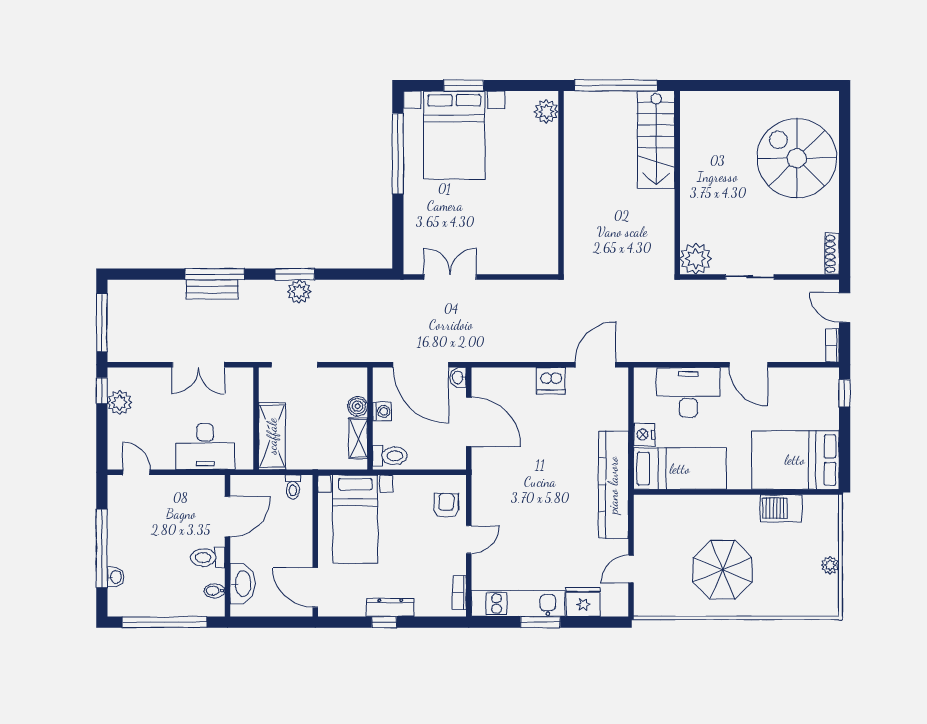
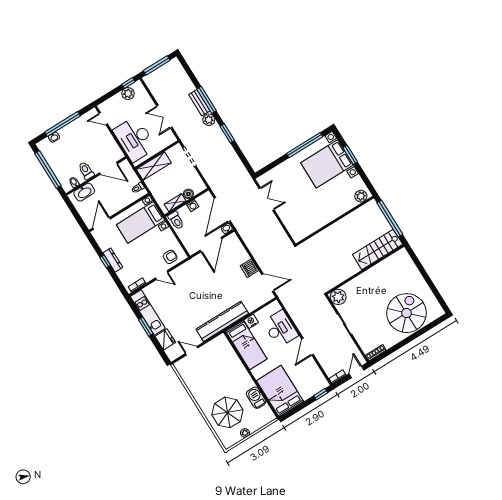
plant: (299, 292) -> (209, 120), moved
desk: (205, 447) -> (135, 139), width x1.36, depth x1.30
door: (136, 472) -> (103, 119), swing flipped
parasol: (722, 570) -> (227, 412), moved

